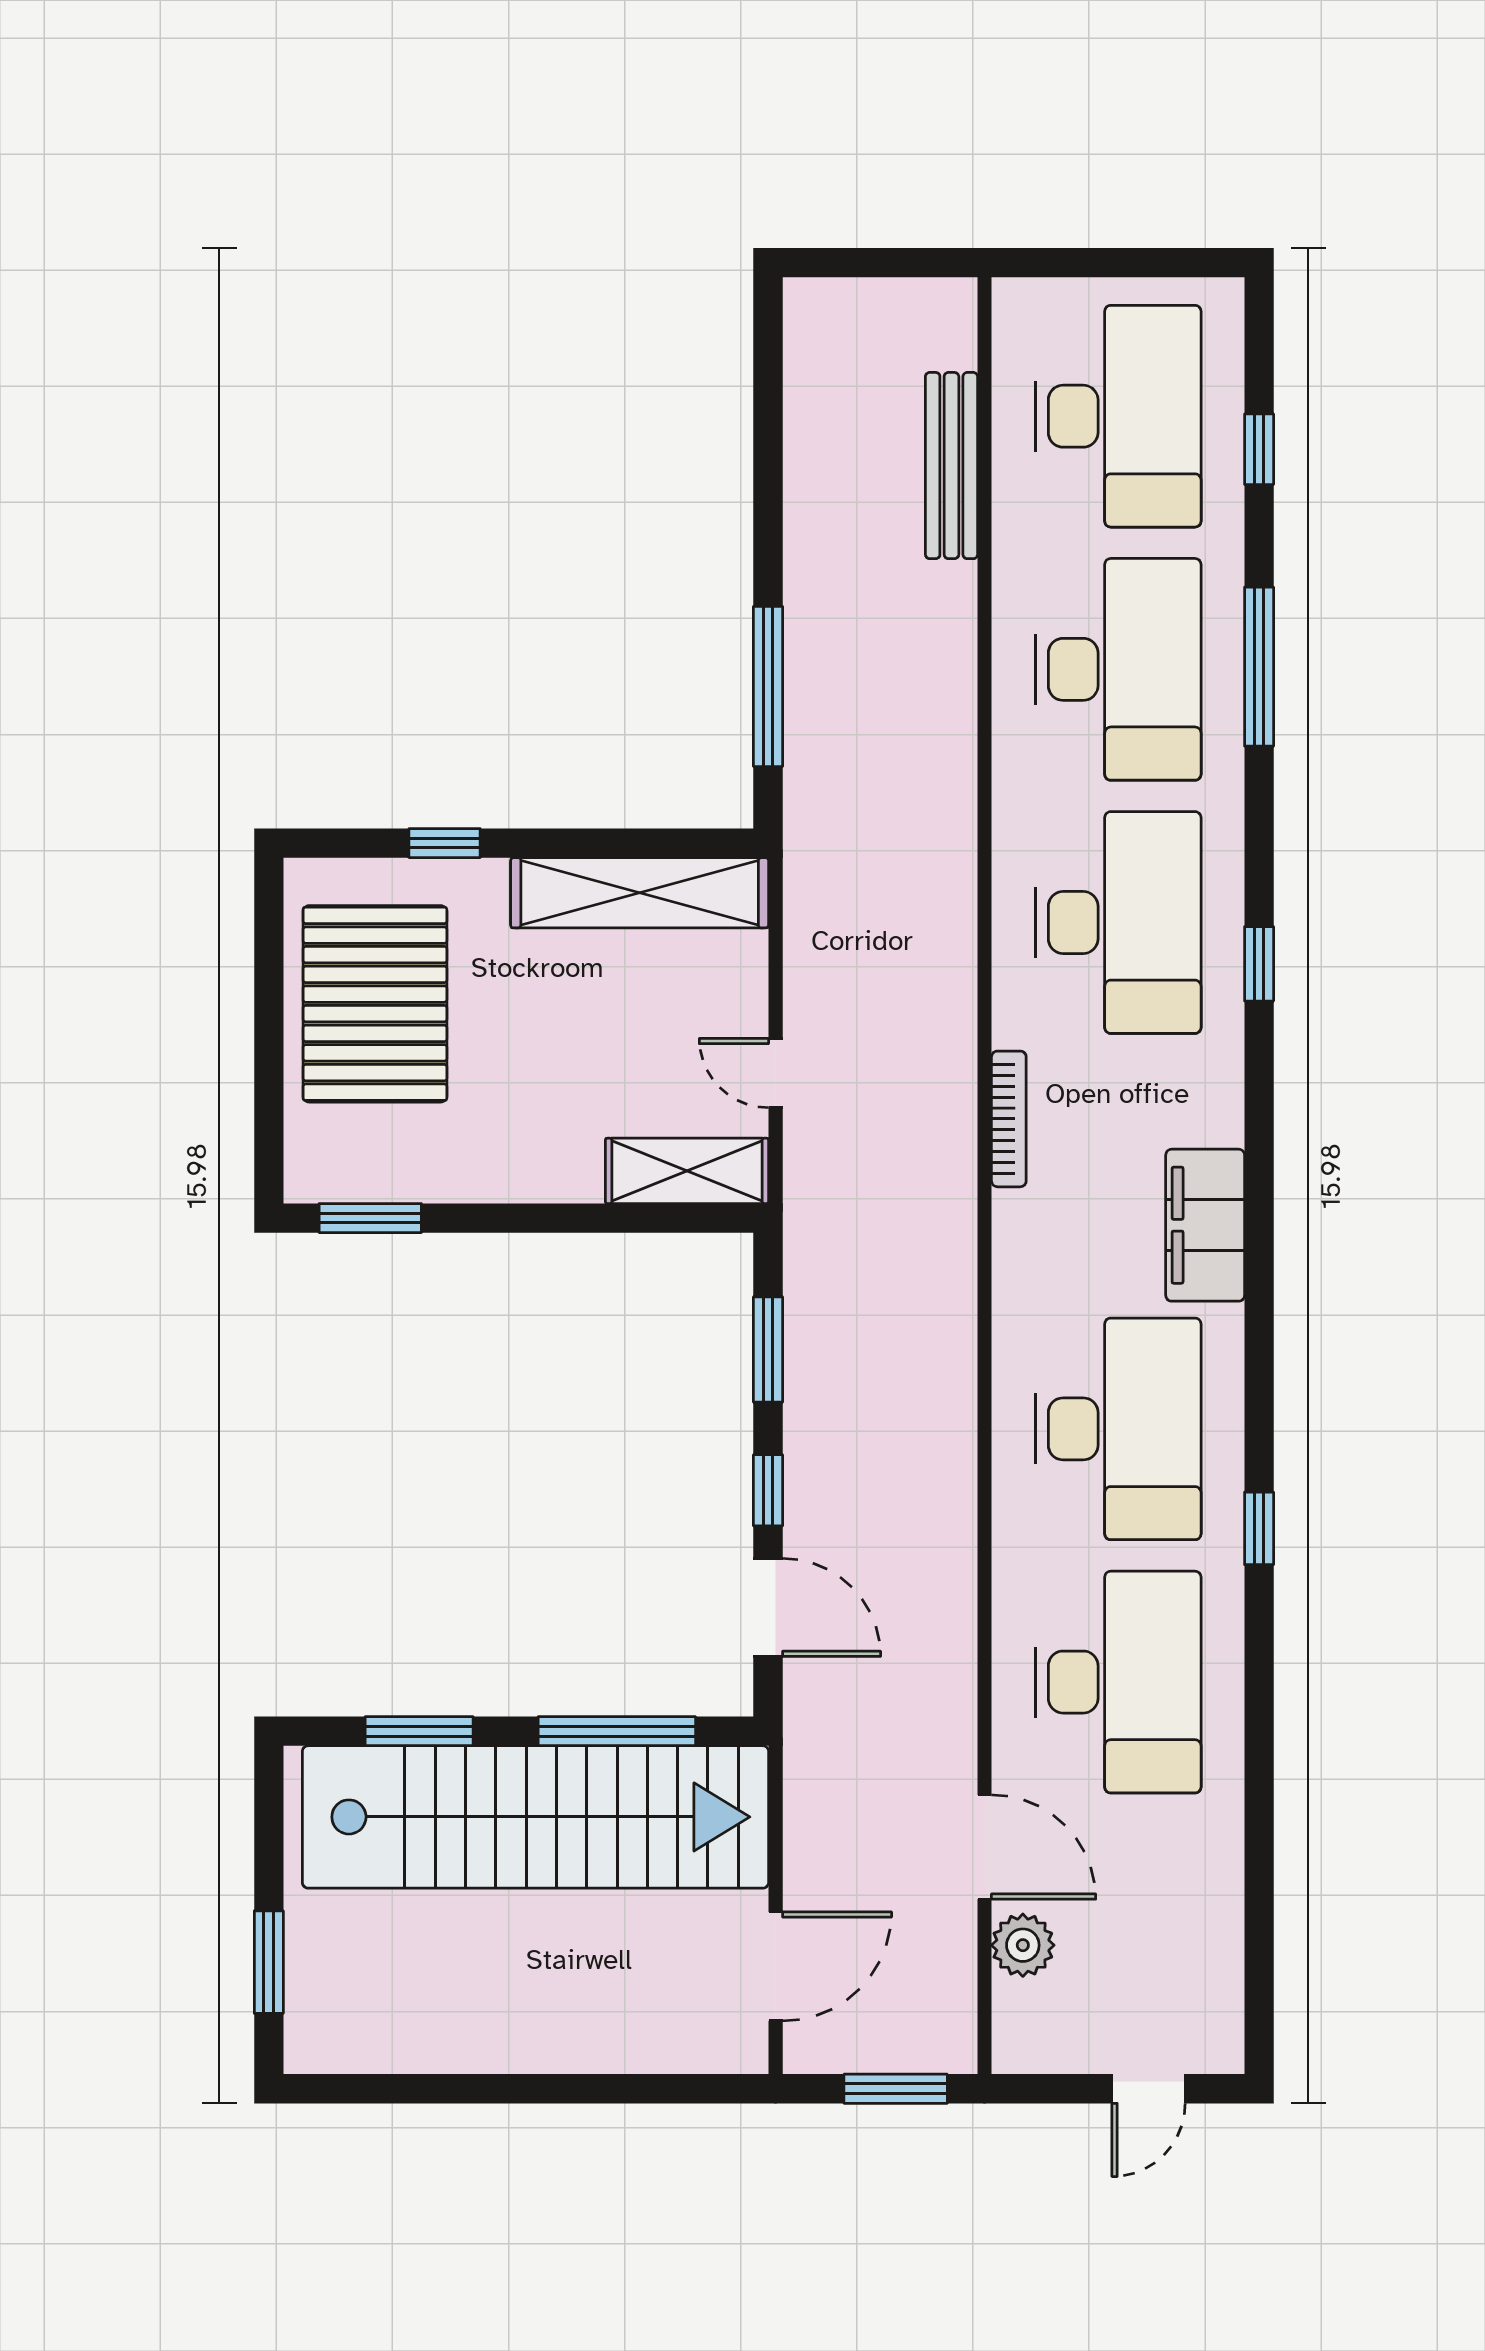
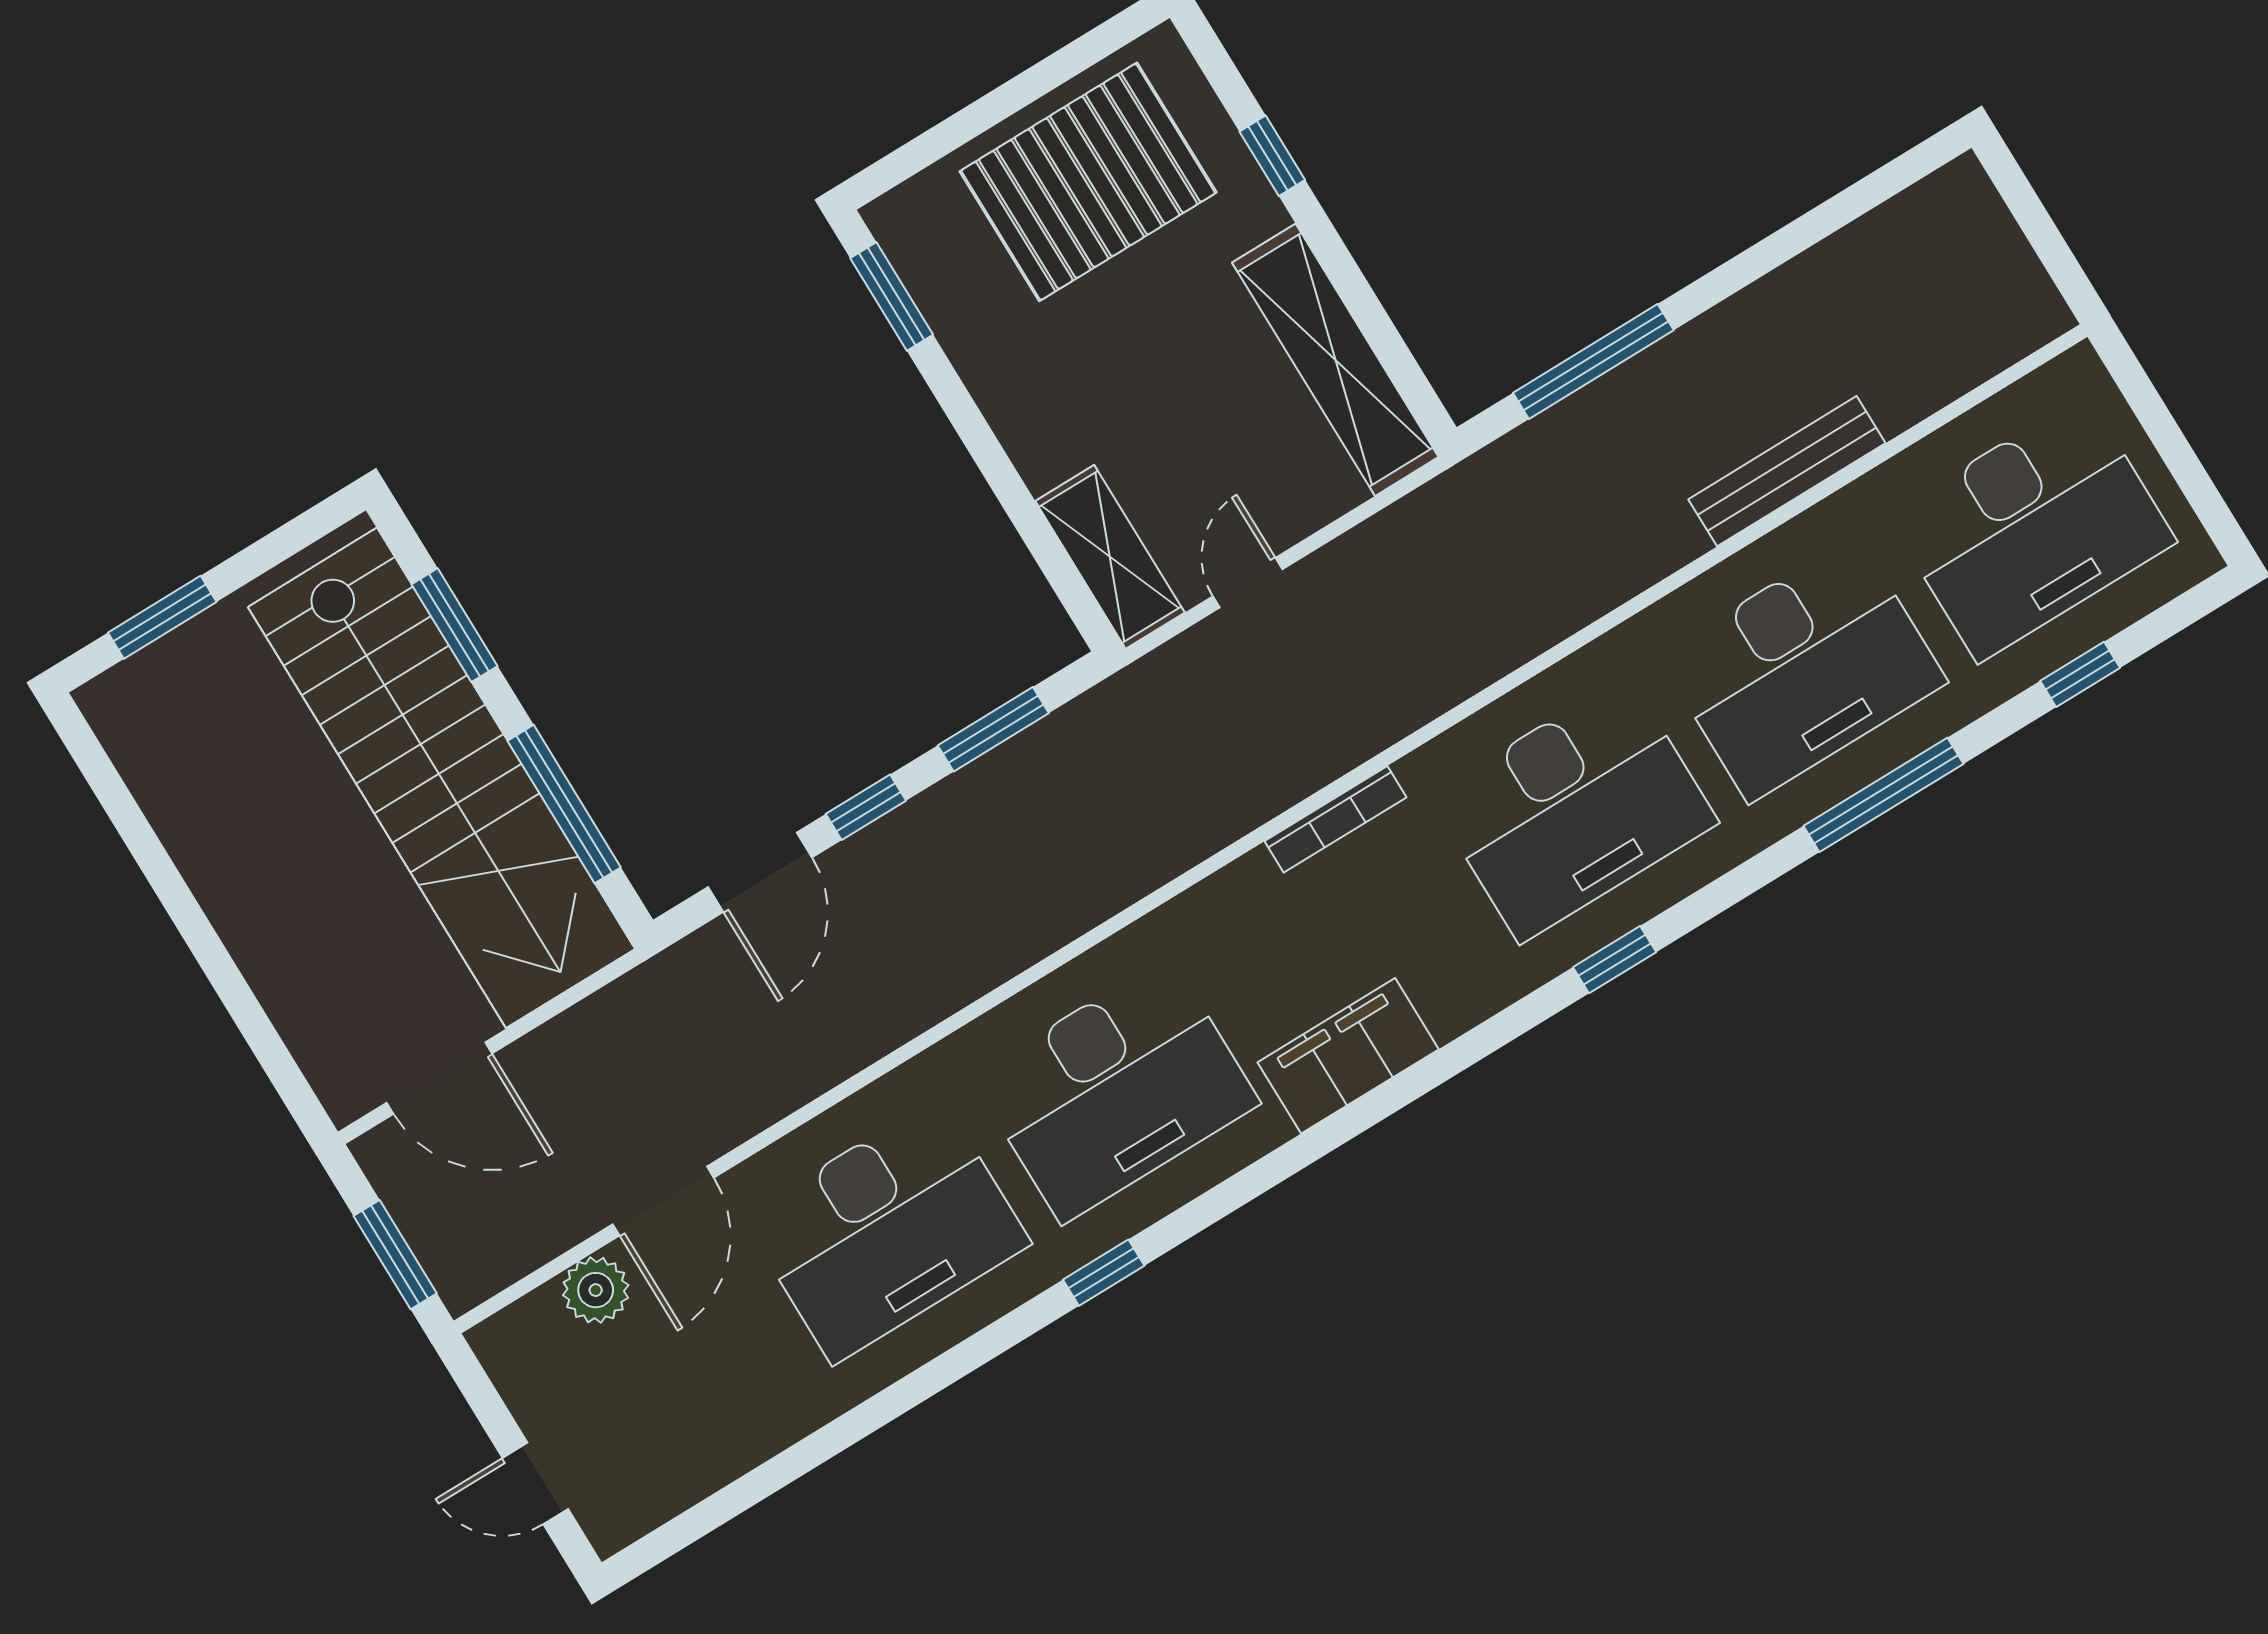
bench: (951, 466) -> (1787, 471), moved

